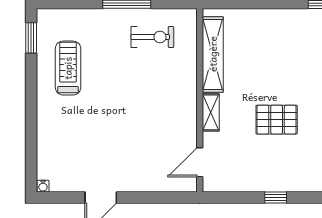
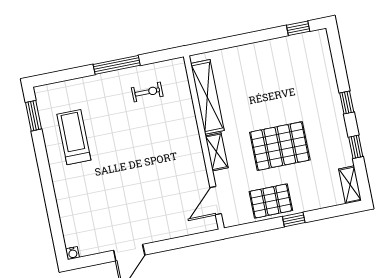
exercise bike: (152, 37) -> (147, 92), width x0.73, depth x0.72
pallet: (277, 120) -> (280, 146), width x1.37, depth x1.41
pallet: (256, 174) -> (271, 201), added

